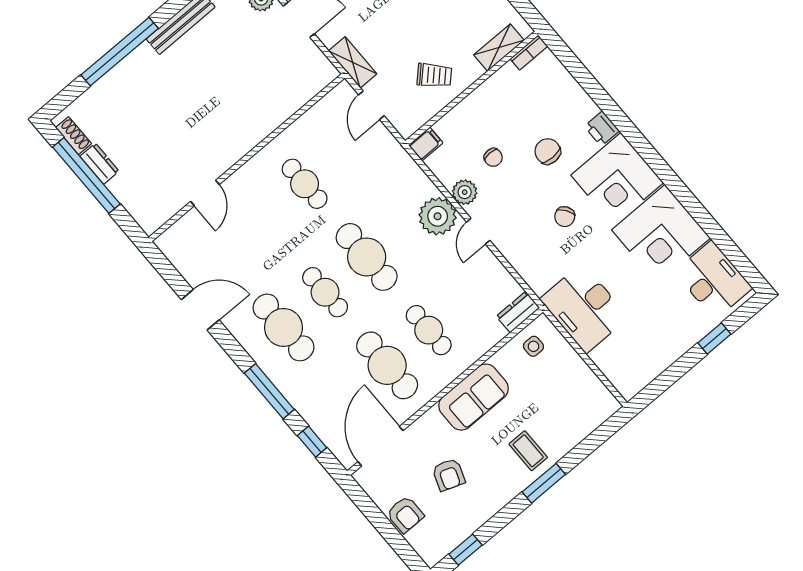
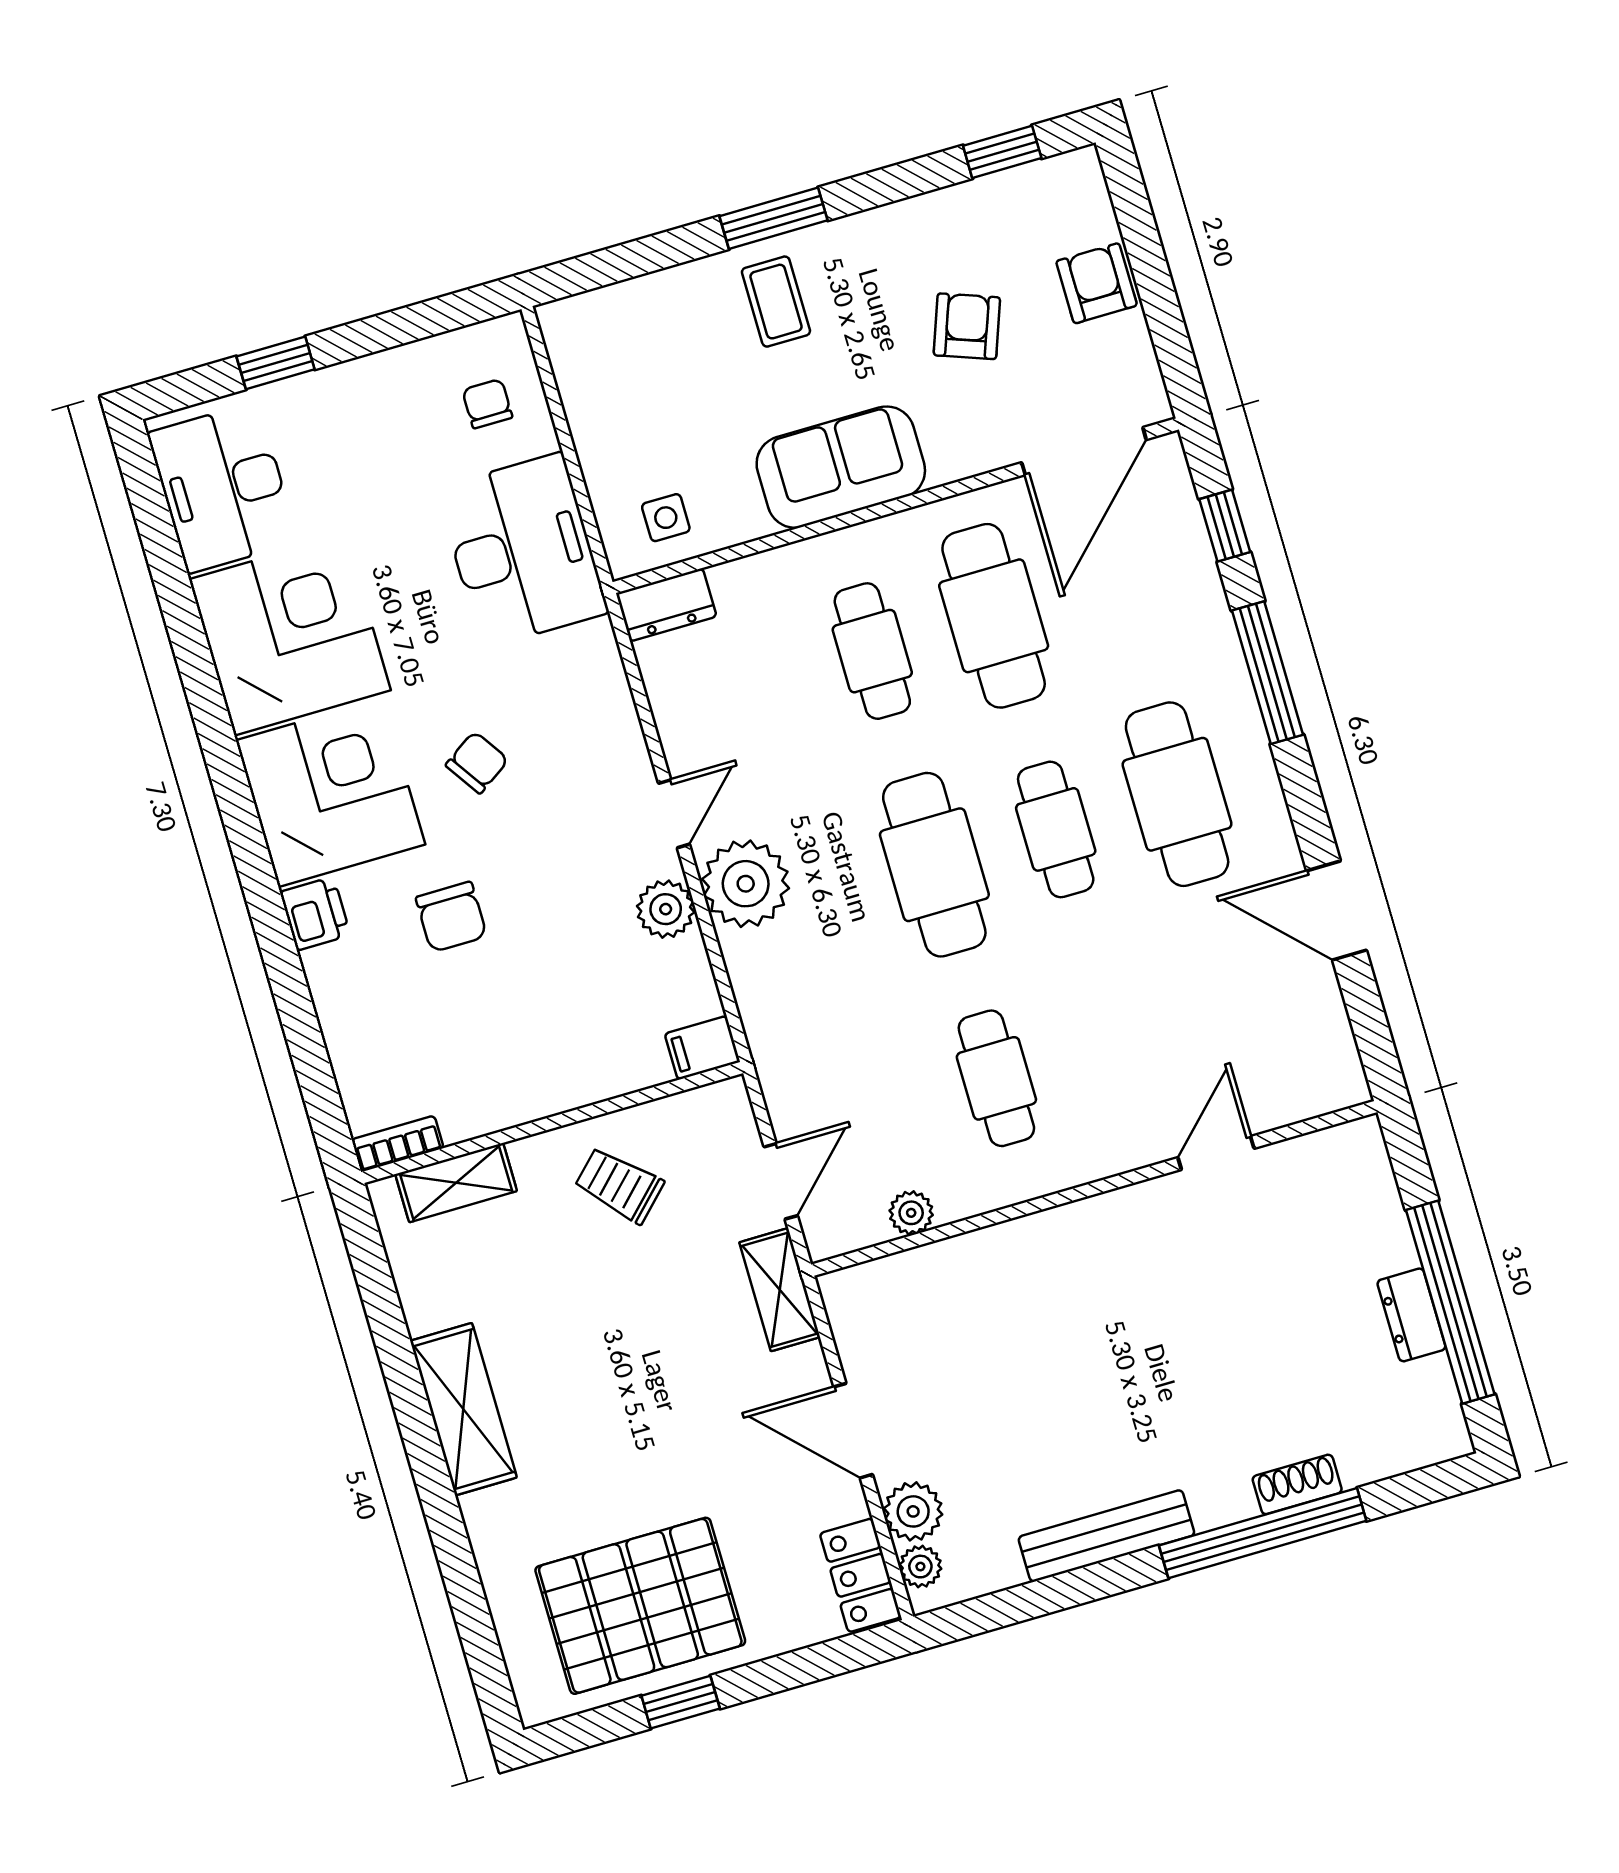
plant: (314, 116) -> (911, 1213), added
shoe rack: (73, 136) -> (1297, 1484), moved, turned 90
chair: (493, 157) -> (487, 404), moved

